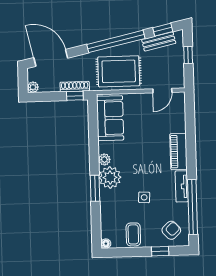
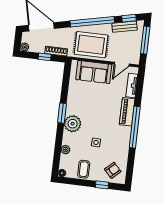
window: (188, 55) -> (145, 40), width x2.17
window: (75, 96) -> (45, 57), moved
sofa: (110, 118) -> (94, 72), moved, turned 90
plant: (104, 159) -> (66, 150), moved
tv unit: (182, 186) -> (132, 86), moved
window: (95, 188) -> (62, 113), moved
window: (193, 207) -> (135, 127), moved

